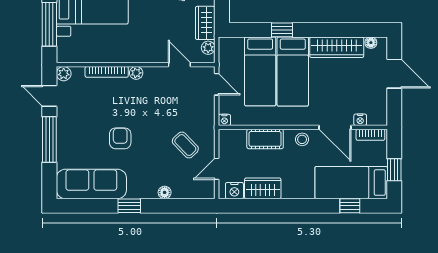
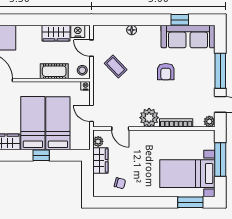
plant: (136, 73) -> (149, 118), width x1.88, depth x1.88
stool: (302, 139) -> (82, 70), moved
door: (217, 169) -> (92, 48), swing flipped
window: (129, 206) -> (180, 20), moved

